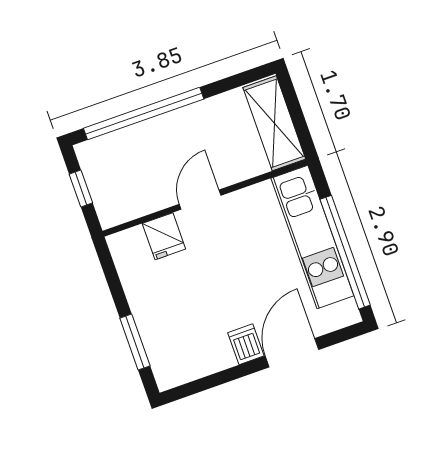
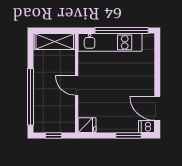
fridge: (164, 236) -> (87, 125), moved
dishwasher: (246, 344) -> (146, 126), moved
door: (292, 353) -> (157, 108), moved

